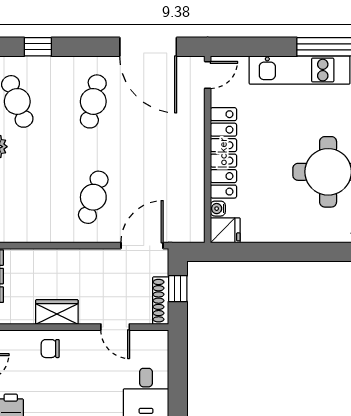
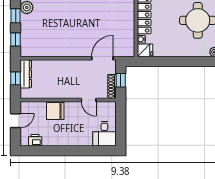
cafe table: (93, 197) -> (77, 33), removed
wardrobe: (57, 312) -> (59, 92), removed
chair: (50, 349) -> (55, 111), width x1.87, depth x1.87

